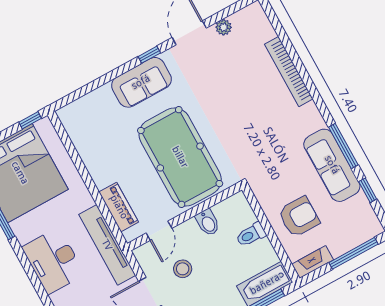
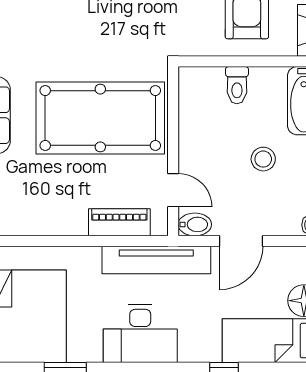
bidet: (208, 223) -> (195, 224), moved
stool: (183, 269) -> (263, 159), moved

